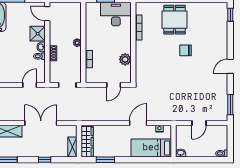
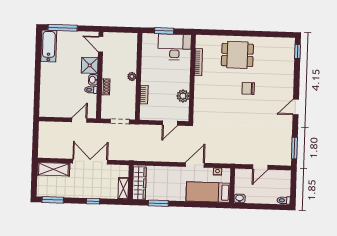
dining table: (175, 20) -> (237, 55), turned 90

